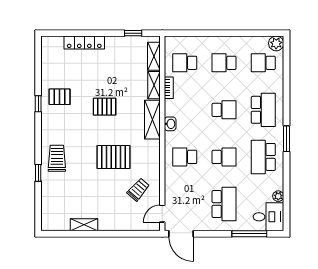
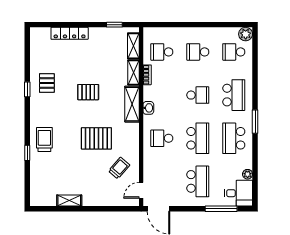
pallet: (60, 97) -> (47, 83), turned 90
school desk: (224, 157) -> (198, 138), width x1.85

